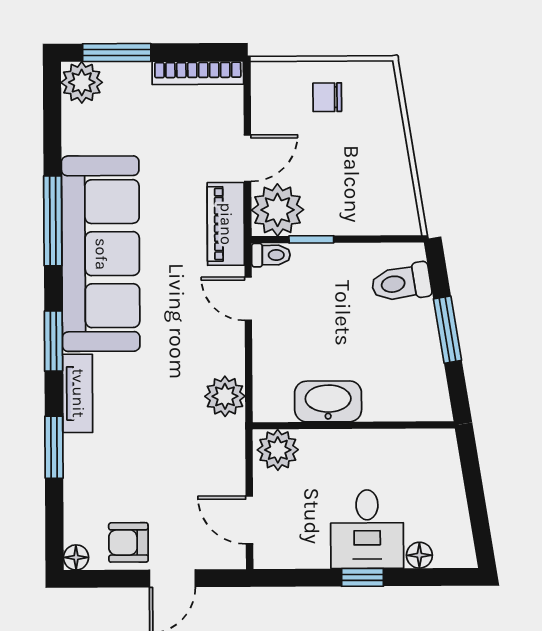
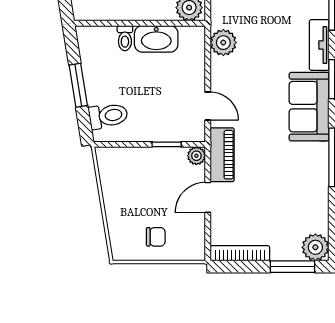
plant: (278, 210) -> (196, 156), width x0.53, depth x0.53
sofa: (101, 254) -> (309, 107), width x0.54, depth x0.79
toilet: (271, 255) -> (125, 38), moved, turned -90

